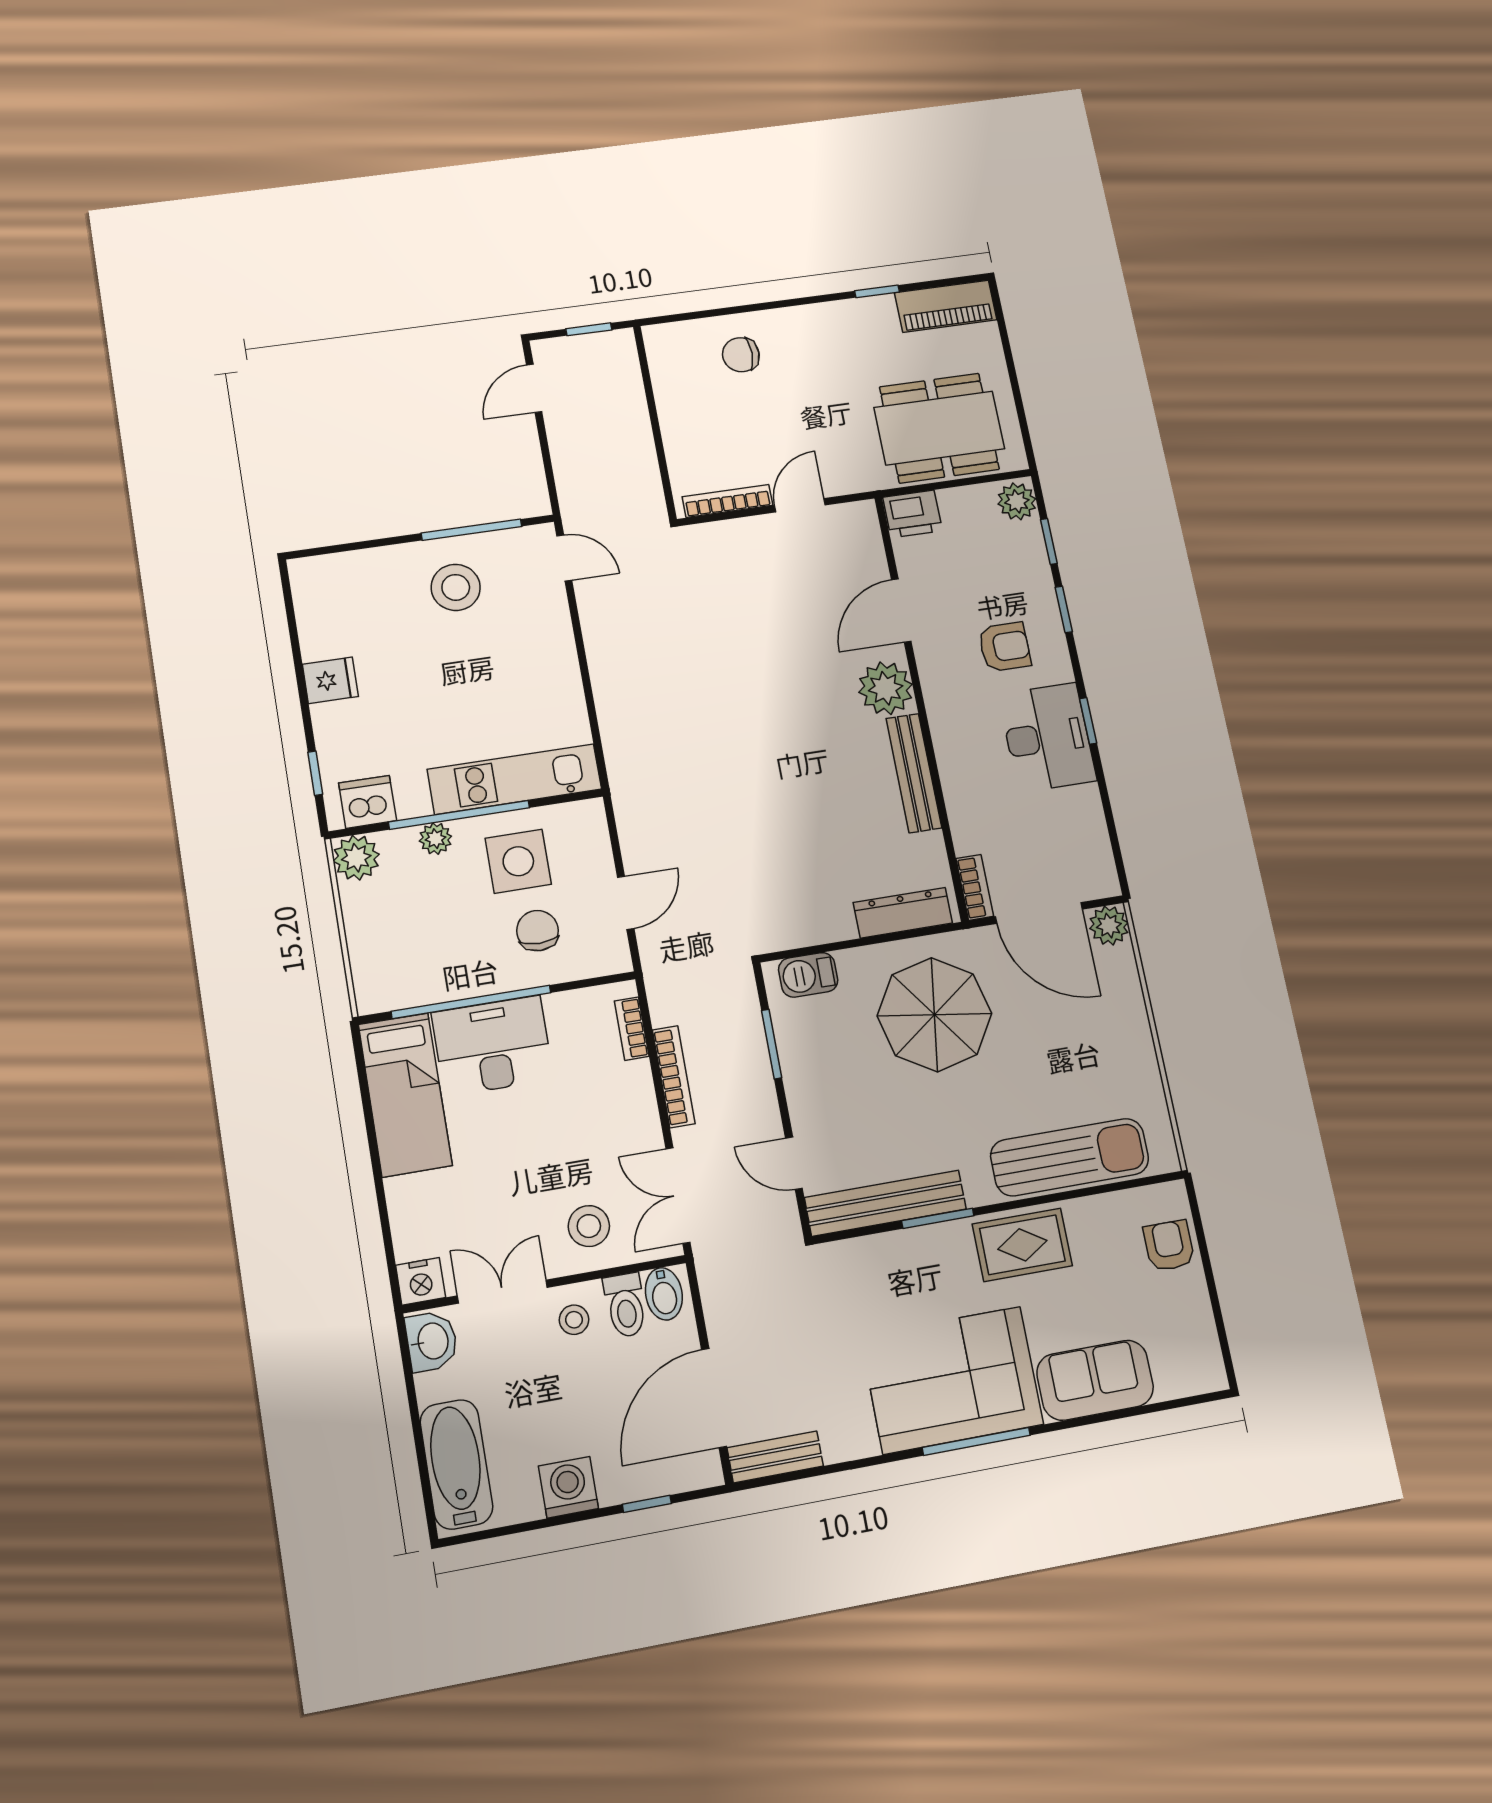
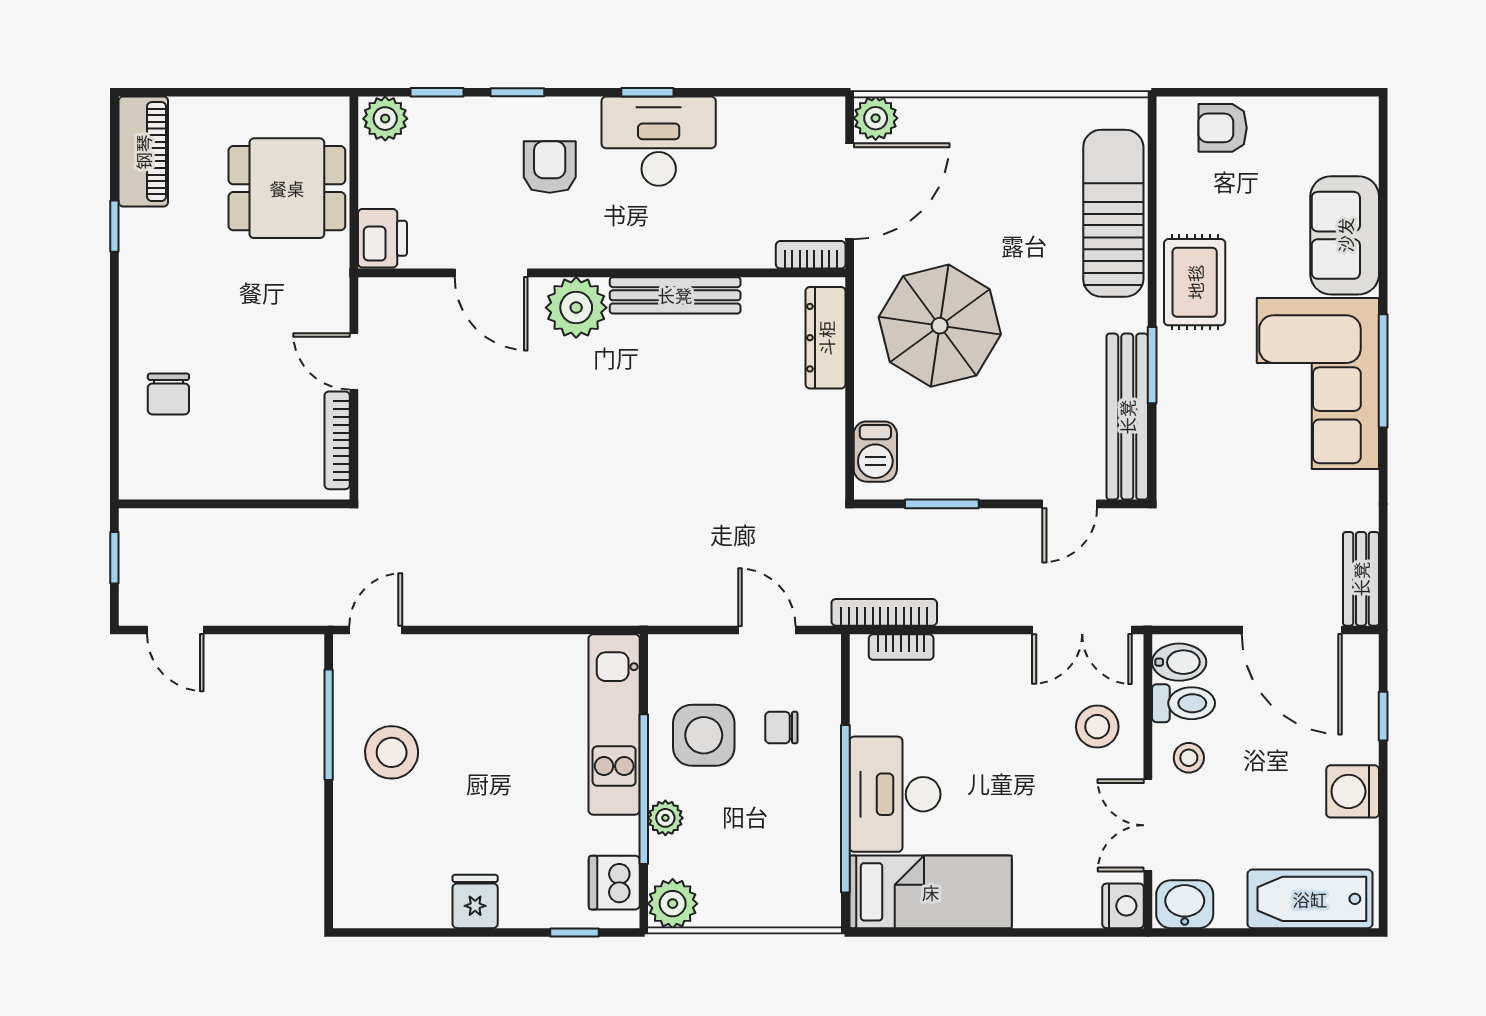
dining table: (939, 428) -> (287, 188), width x0.73
chair: (537, 931) -> (781, 728), width x0.73, depth x0.73
bookcase: (674, 1077) -> (884, 612), moved

